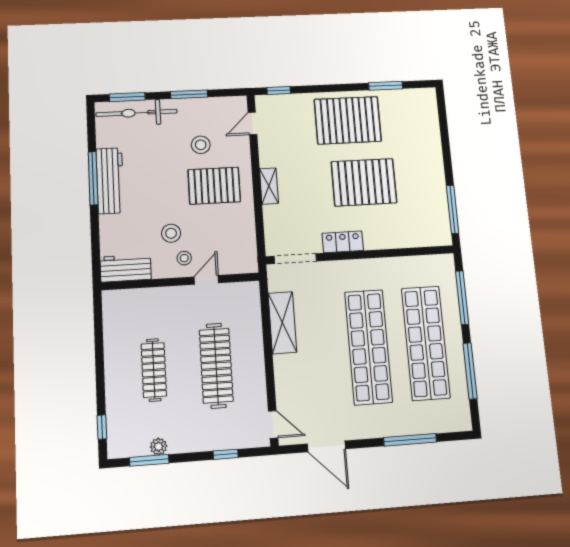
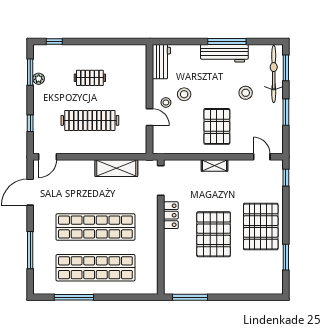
stool: (201, 145) -> (246, 93), moved
window: (462, 298) -> (126, 297), removed
clothes rail: (154, 370) -> (90, 78), width x0.73

